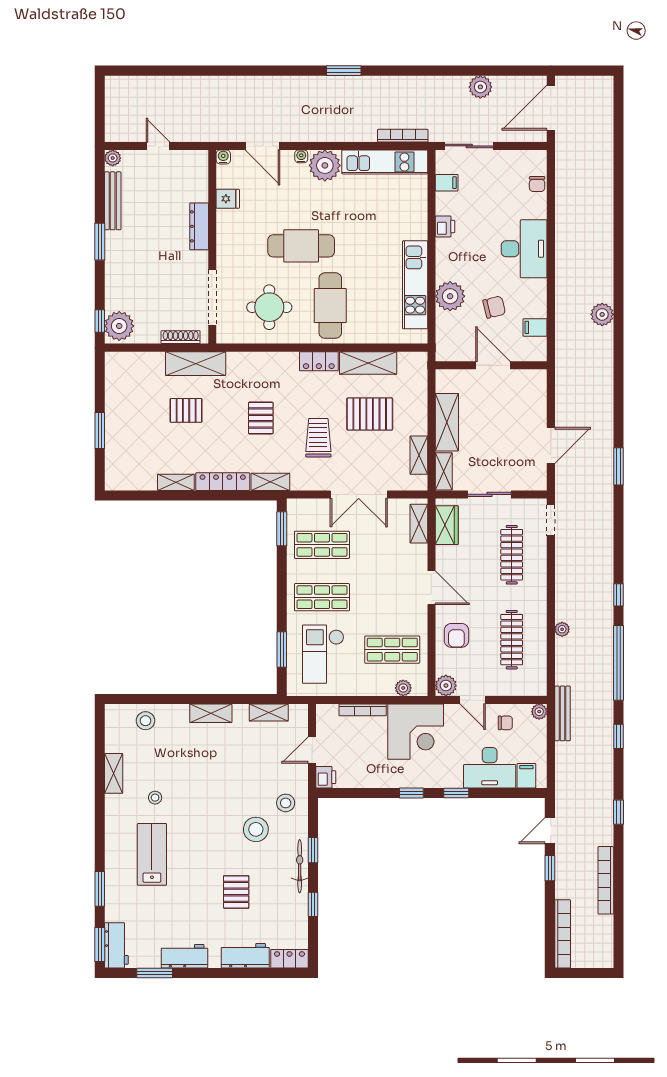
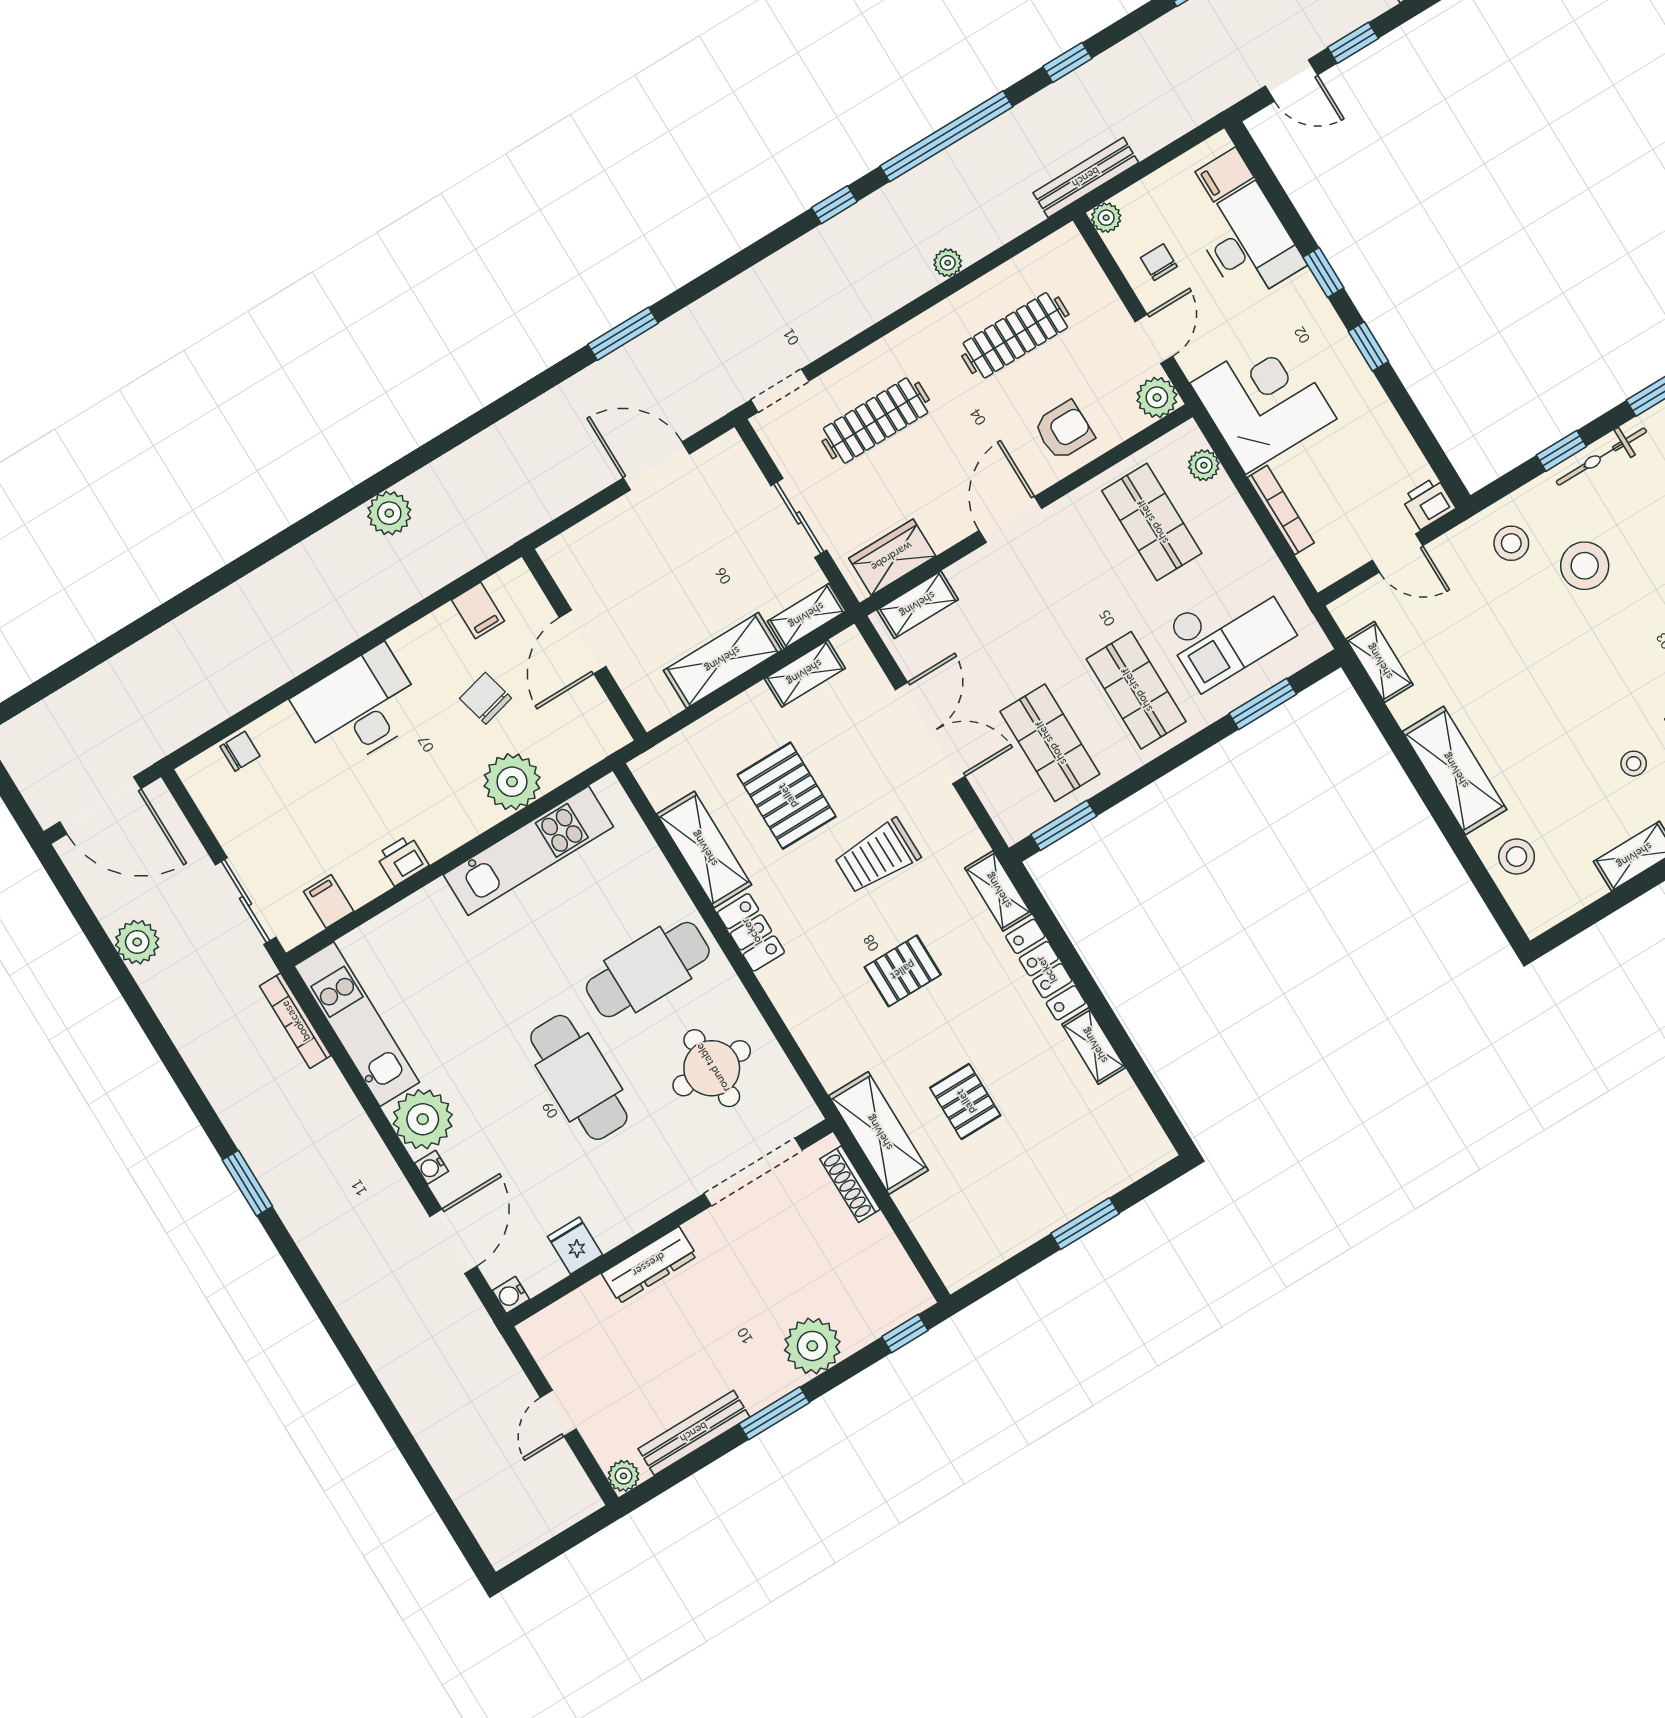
plant: (119, 326) -> (812, 1346), moved
shelving: (211, 713) -> (1455, 771), width x1.50, depth x1.33

